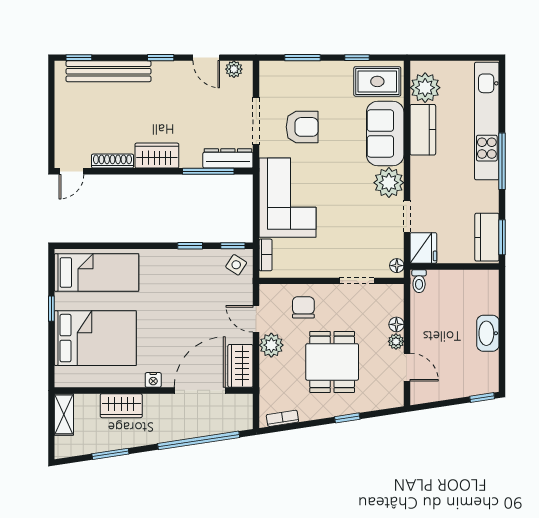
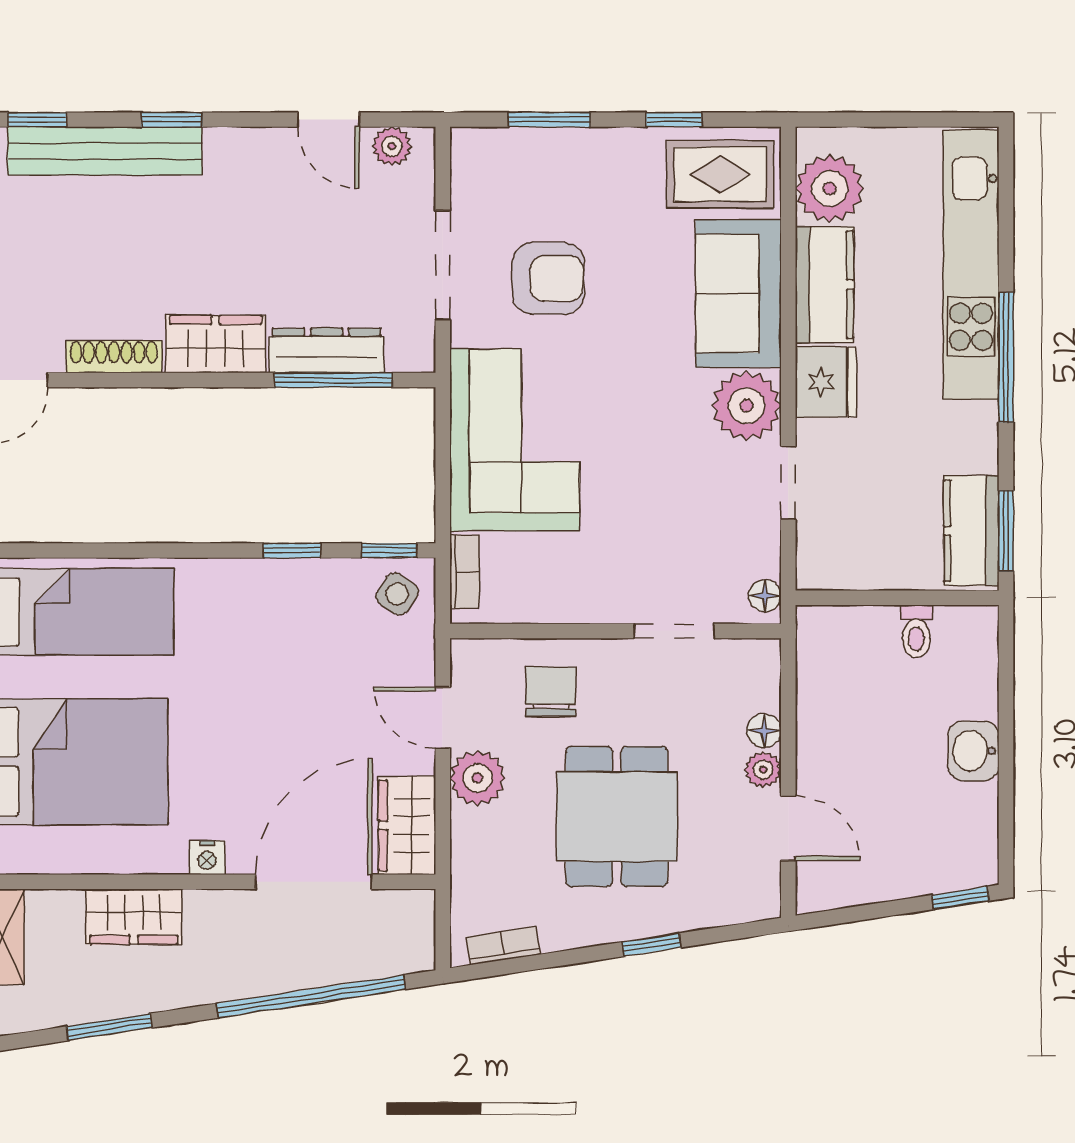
window: (161, 58) -> (172, 120), moved
dresser: (228, 158) -> (327, 350), moved
fridge: (423, 248) -> (826, 382), moved
toilet: (419, 281) -> (916, 631), moved
washbasin: (488, 333) -> (974, 751), width x0.72

